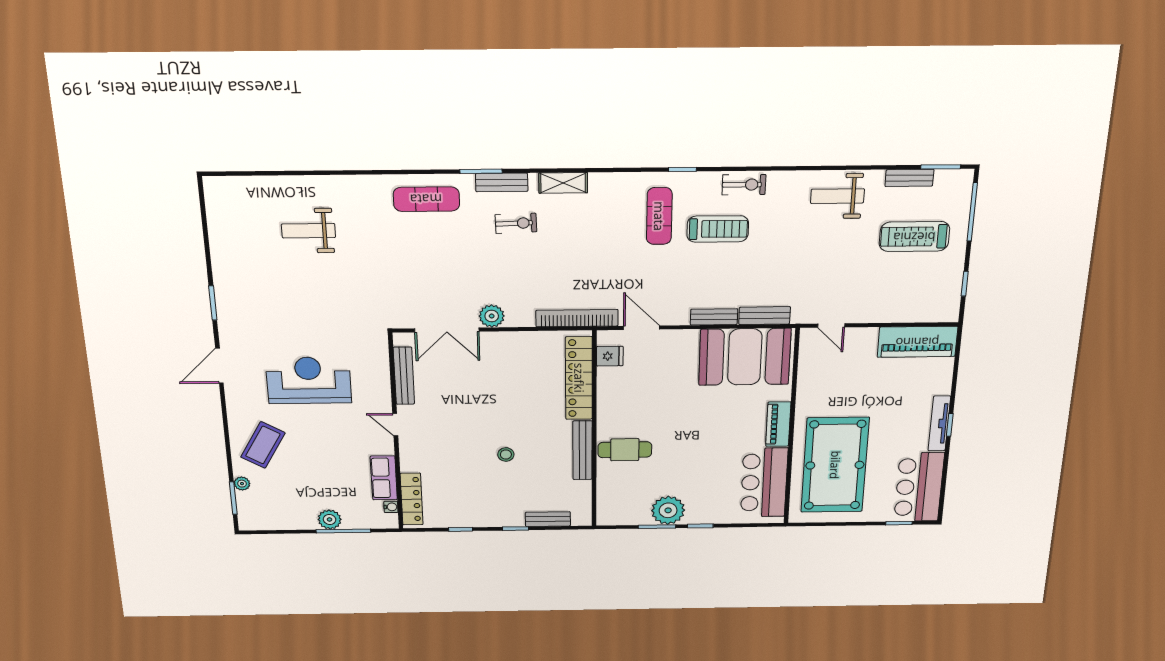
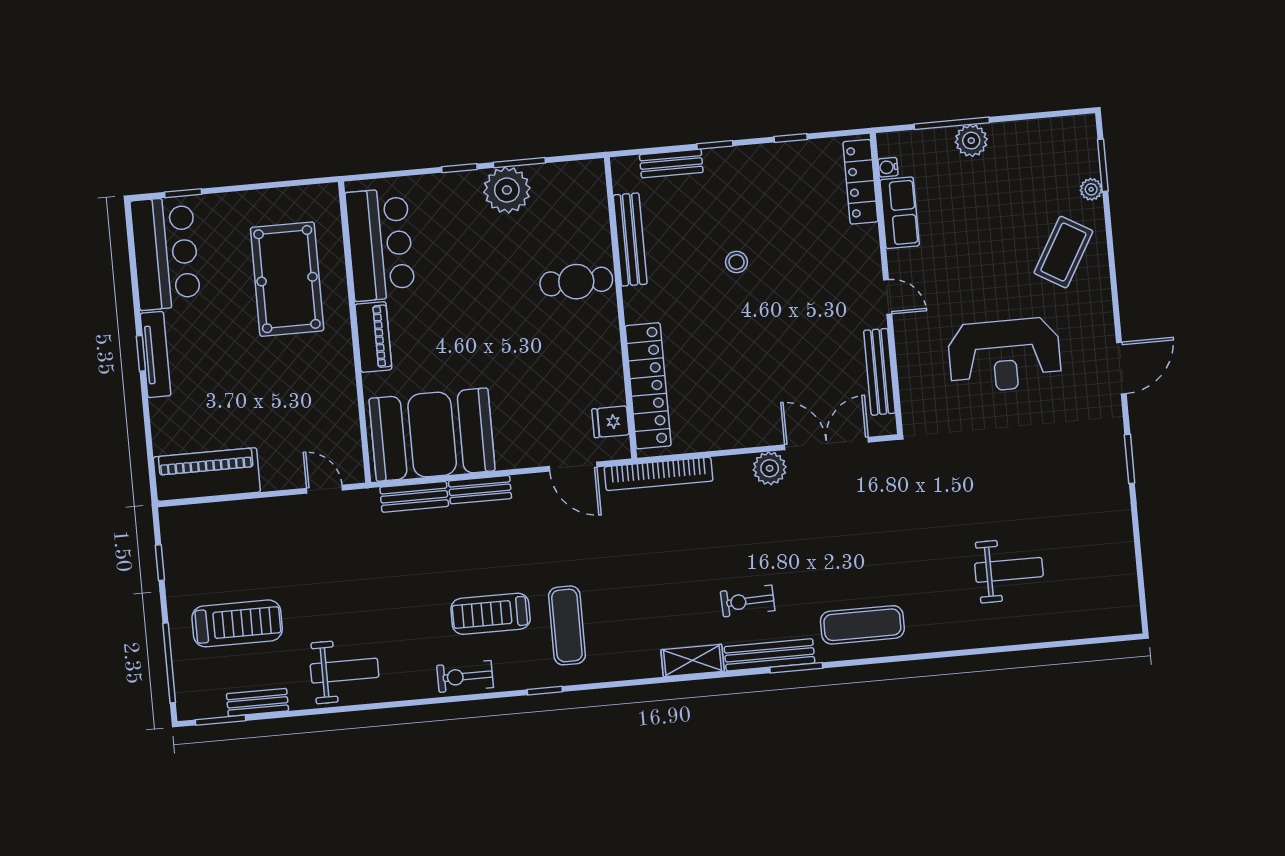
bench: (502, 183) -> (769, 655), width x1.36
bench: (583, 450) -> (630, 240), moved
pool table: (835, 465) -> (287, 279), width x0.73, depth x0.76

